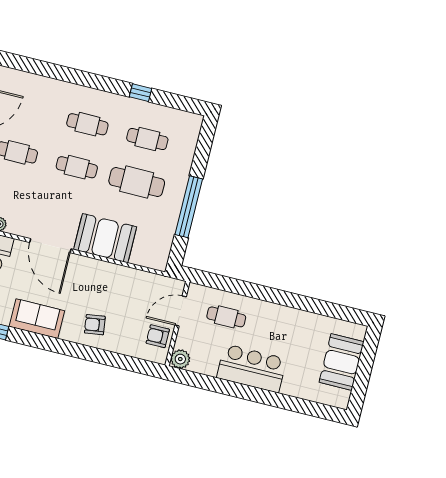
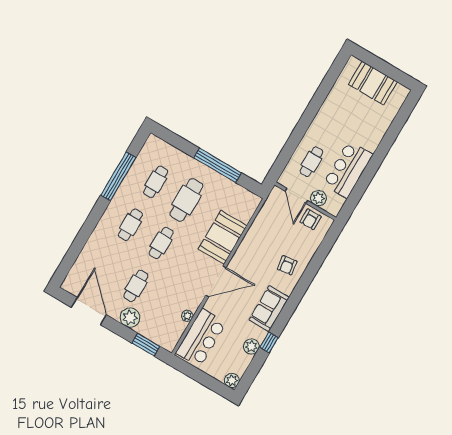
window: (141, 93) -> (118, 176), width x3.17
plant: (180, 359) -> (318, 198), moved
bar counter: (252, 368) -> (348, 169), moved

